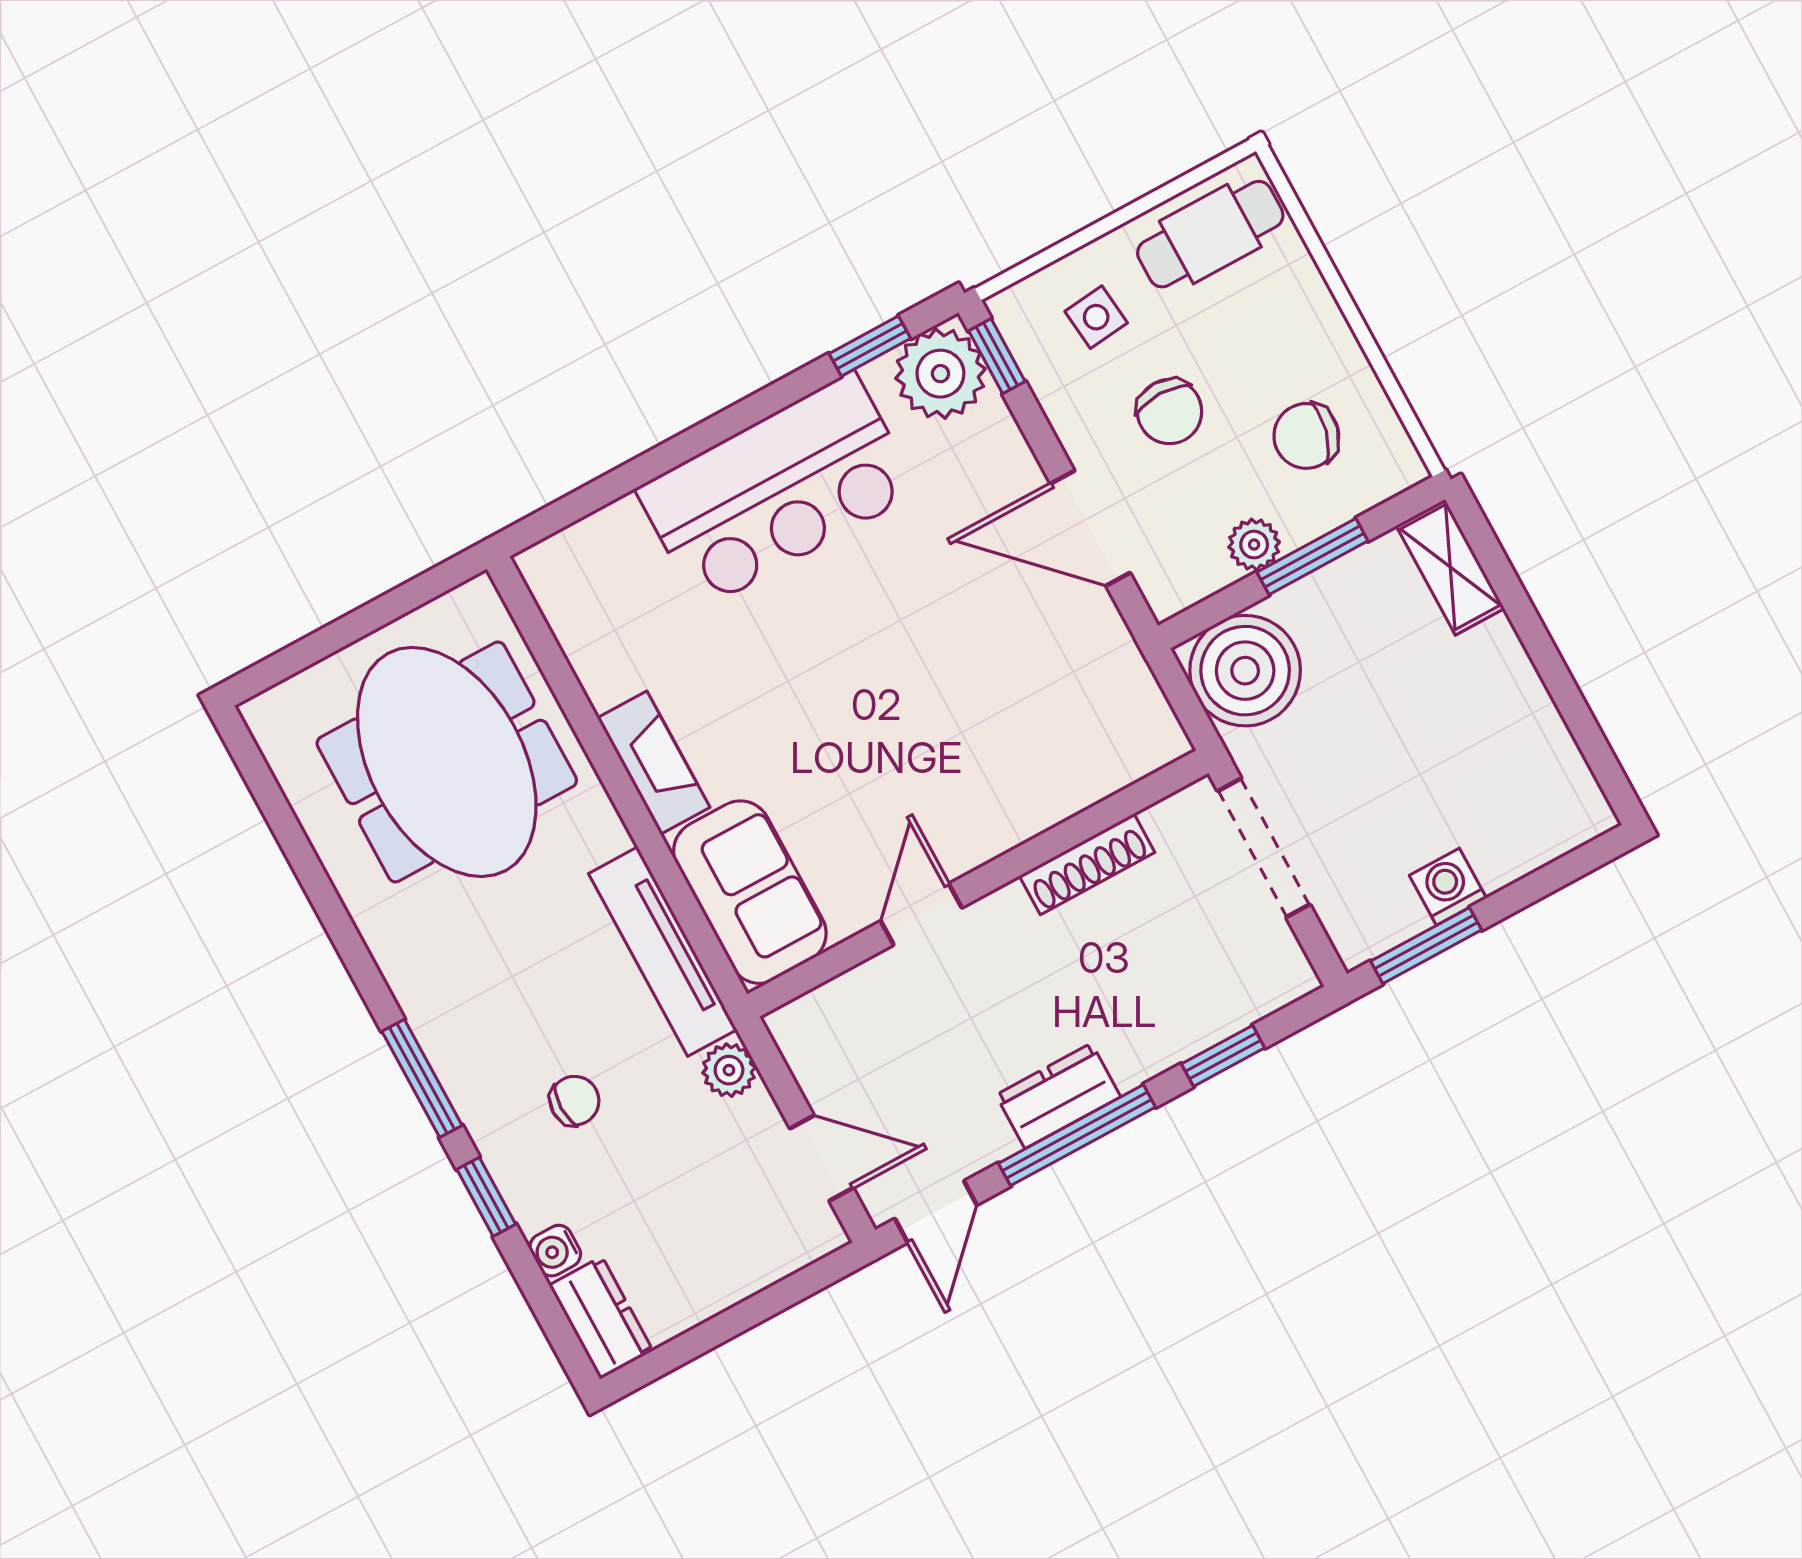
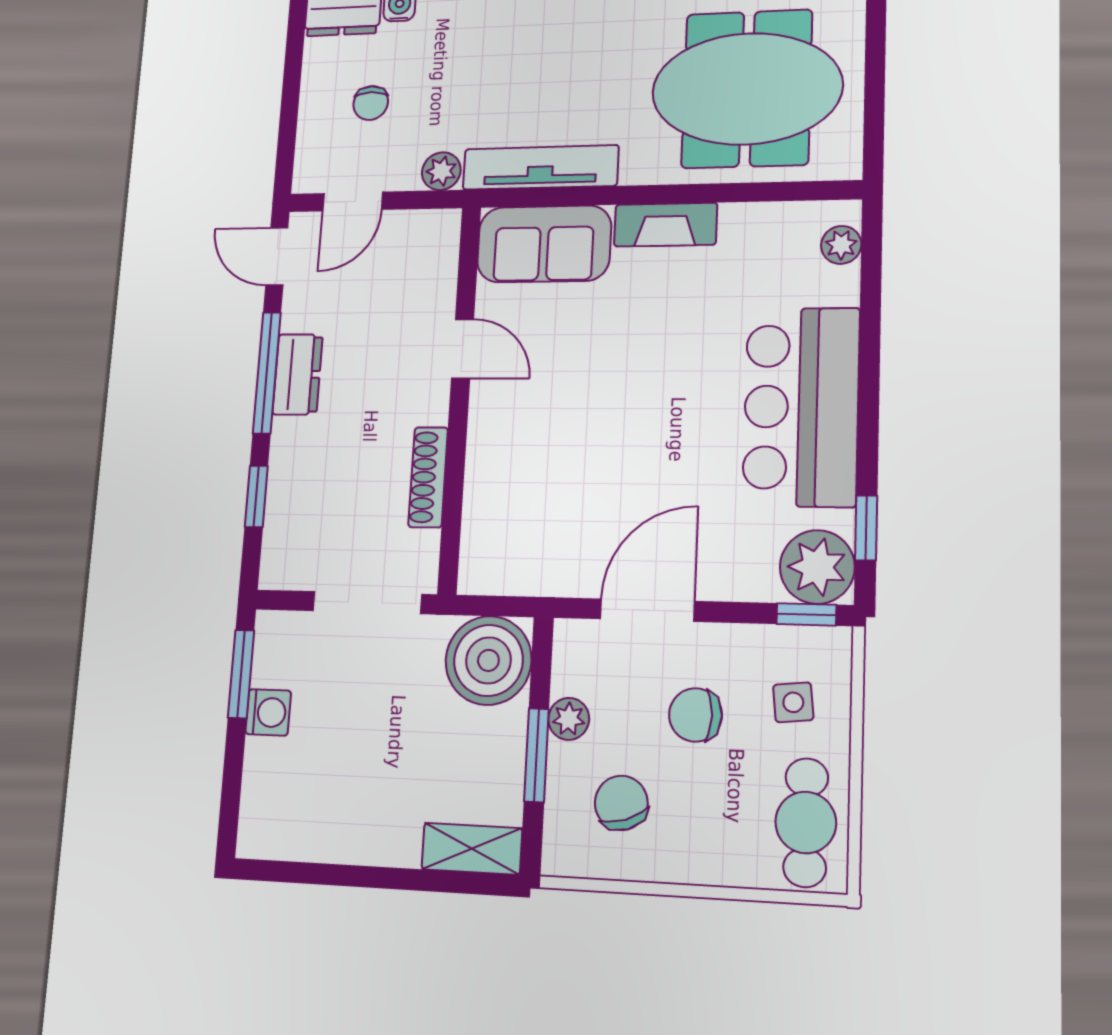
chair: (1306, 436) -> (621, 803), turned -32
plant: (573, 550) -> (841, 245), added
chair: (575, 1101) -> (371, 103), moved

